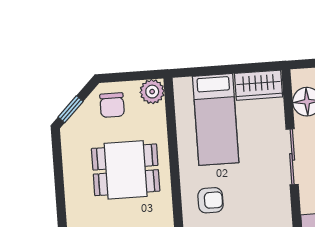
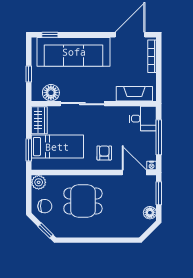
window: (206, 71) -> (29, 150), added
sliding door: (292, 157) -> (82, 104), width x1.37
dining table: (126, 170) -> (83, 201), turned 90

